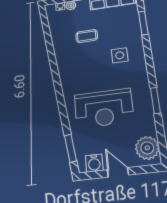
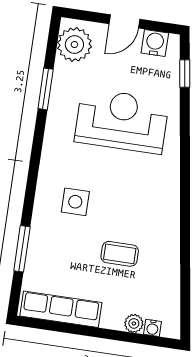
window: (155, 100) -> (46, 89), moved
window: (70, 148) -> (185, 73), width x0.67
door: (118, 172) -> (124, 21), hinge flipped

